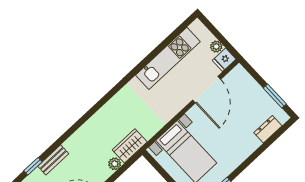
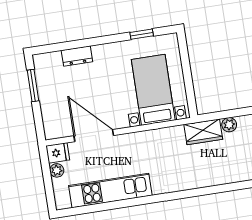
door: (207, 90) -> (94, 136), hinge flipped
dresser: (268, 129) -> (77, 56), moved

